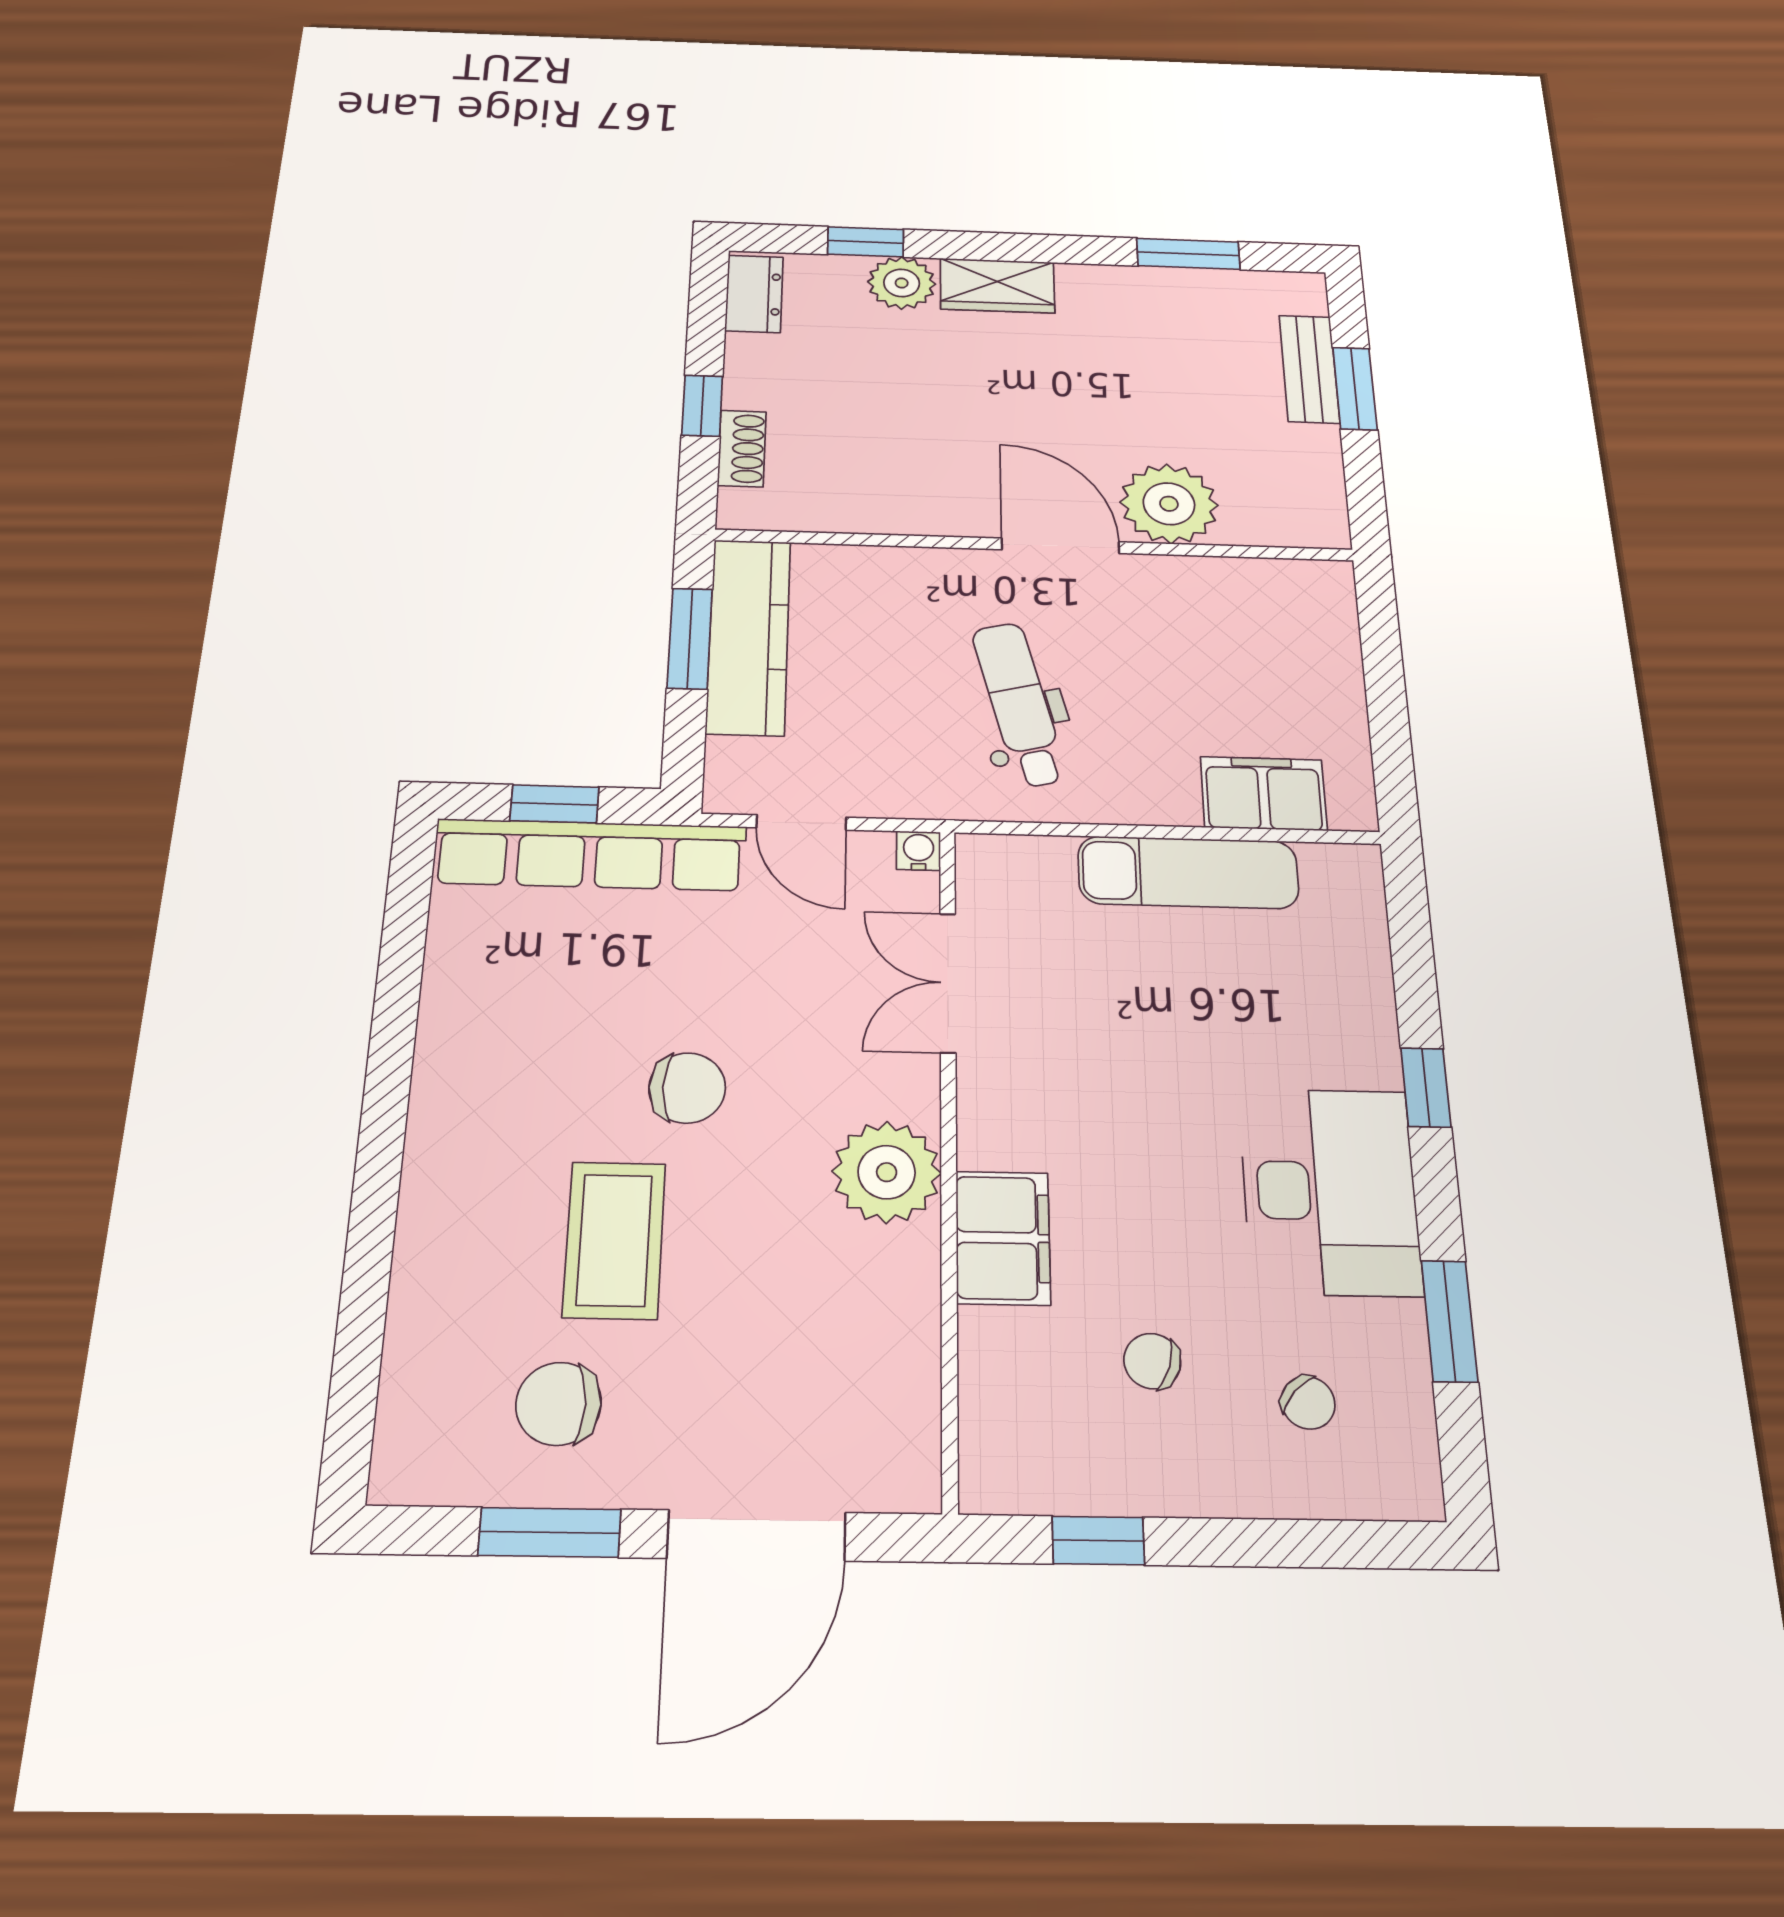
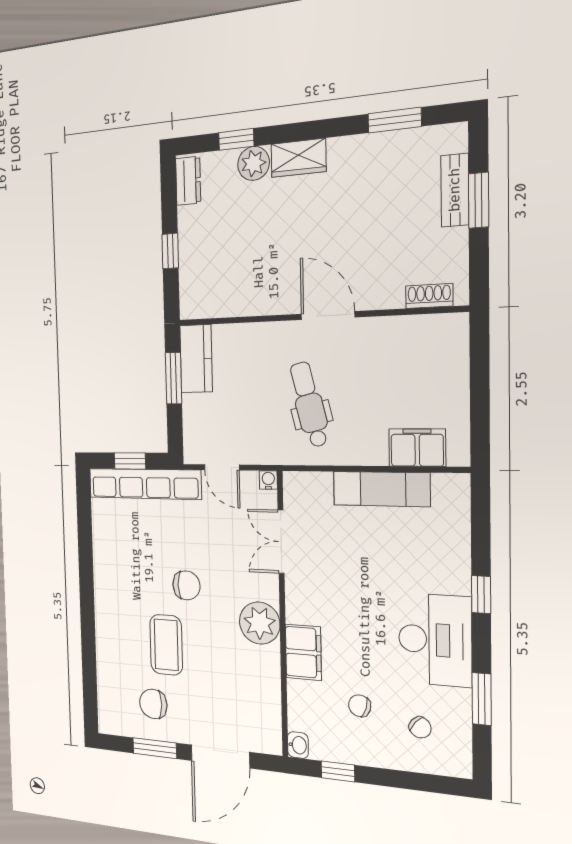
shoe rack: (742, 448) -> (429, 296), moved, turned -90
plant: (1169, 504) -> (379, 286), removed
kitchen counter: (749, 636) -> (196, 359), width x0.67
washbasin: (986, 1480) -> (298, 745), added

